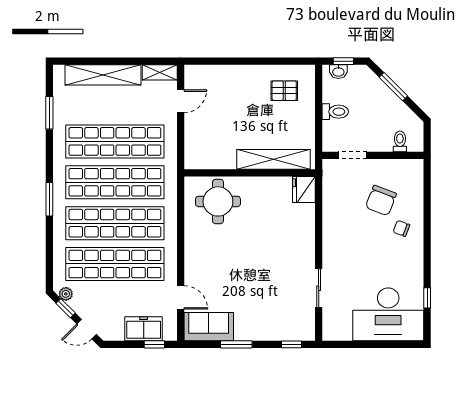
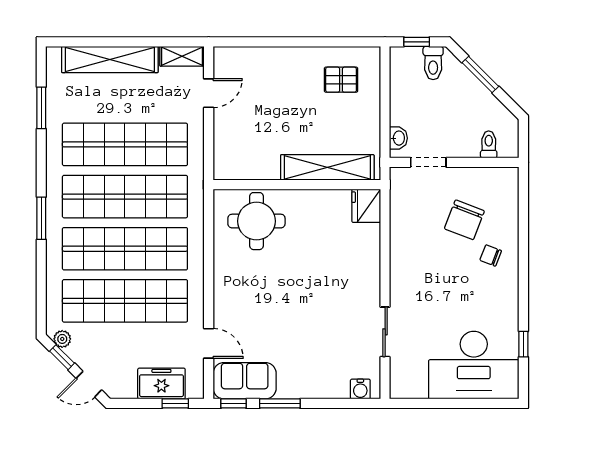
washbasin: (338, 72) -> (398, 138), moved, turned -90
toilet: (335, 112) -> (433, 63), moved, turned 90
water cooler: (299, 333) -> (360, 389), added
window: (292, 344) -> (233, 403), moved

